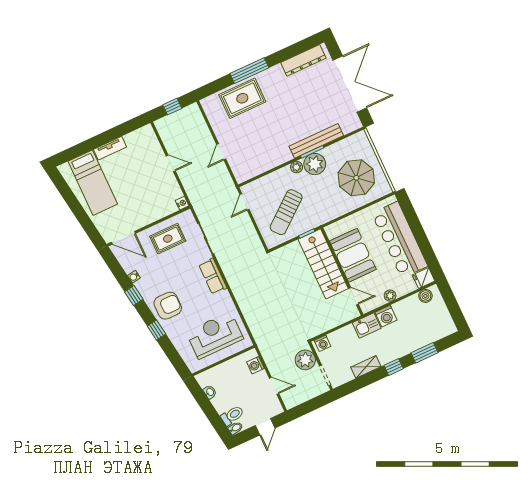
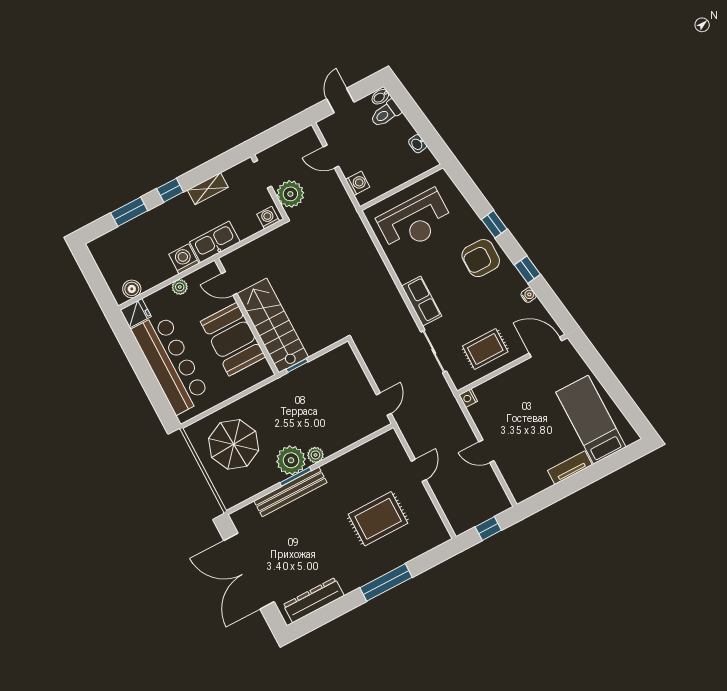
rug: (242, 98) -> (378, 519), moved
sun lounger: (286, 212) -> (327, 393), removed
kitchen sink: (367, 326) -> (215, 242), width x1.38

